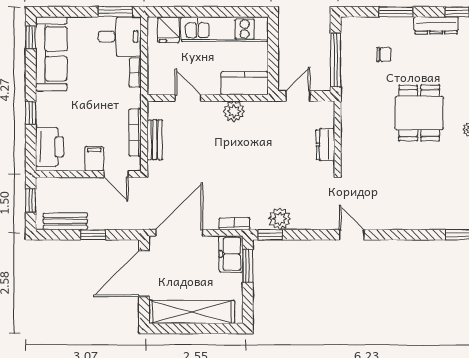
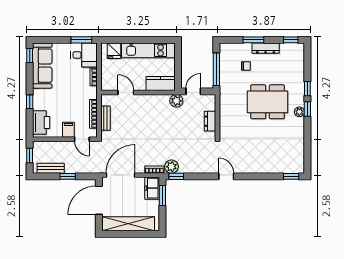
dresser: (436, 25) -> (266, 48), moved
plant: (234, 111) -> (176, 101), moved
dining table: (419, 113) -> (268, 102), width x1.37
plant: (280, 219) -> (171, 167), moved

